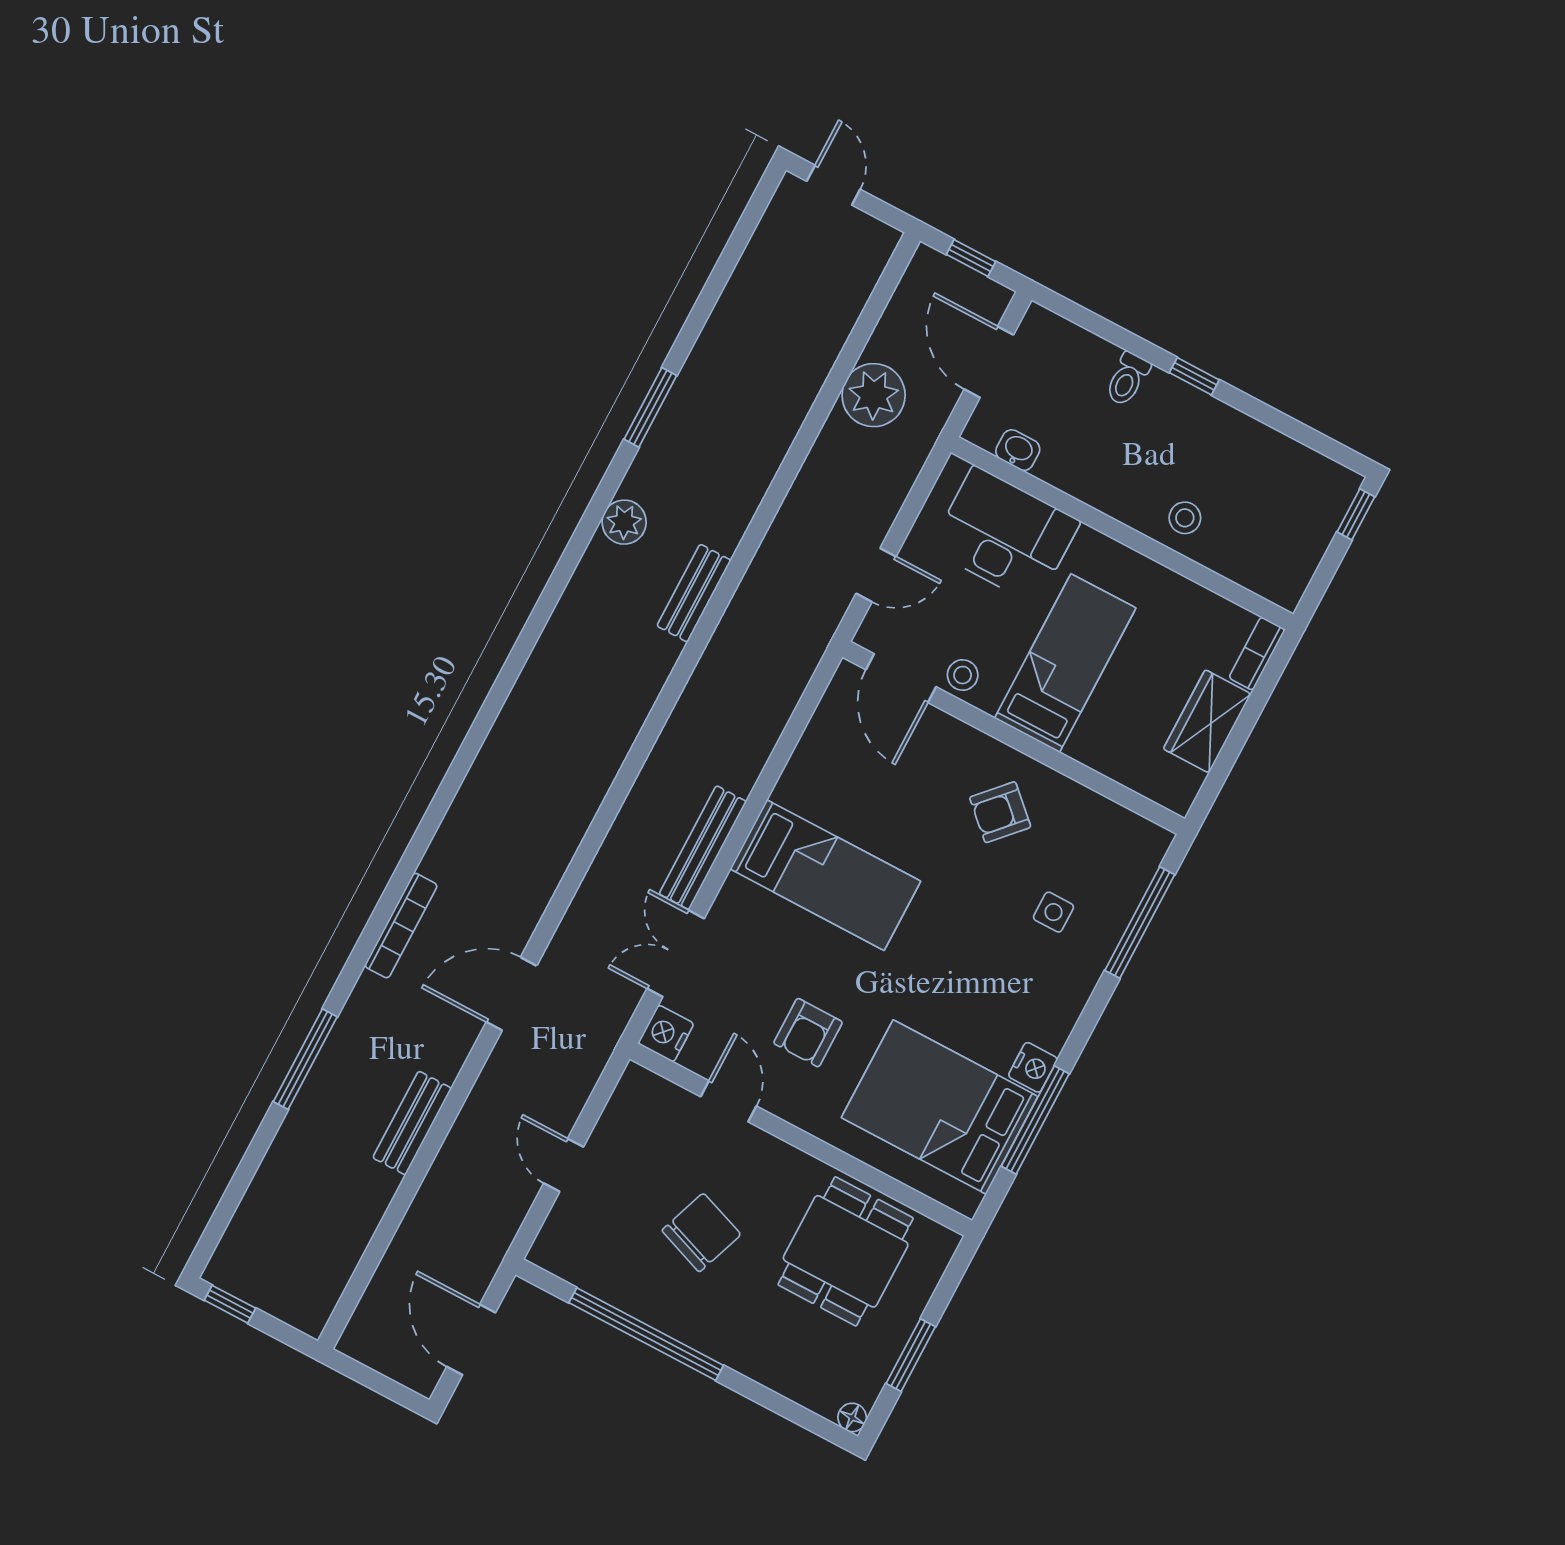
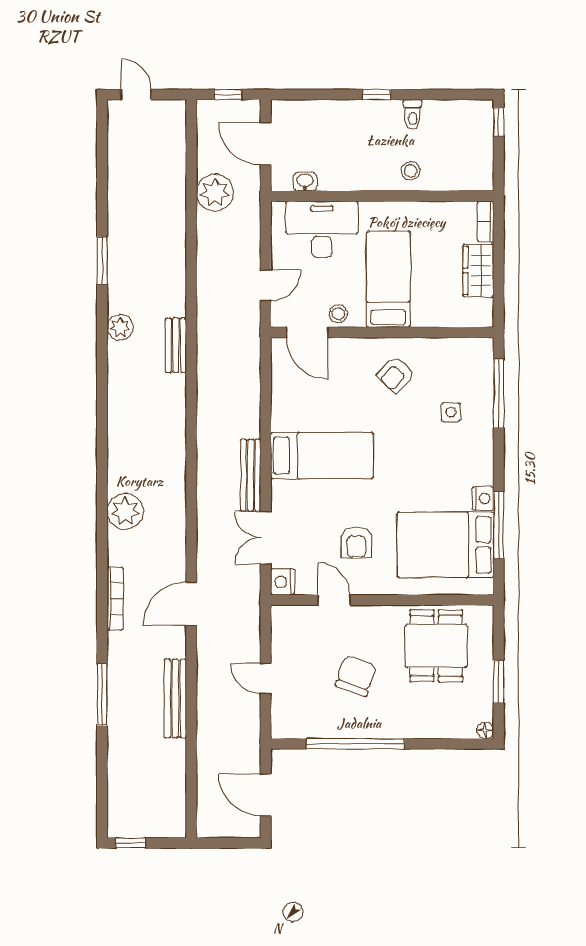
toilet: (1127, 379) -> (413, 114), moved
plant: (486, 802) -> (125, 511), added
bench: (412, 1123) -> (175, 698), width x1.36

